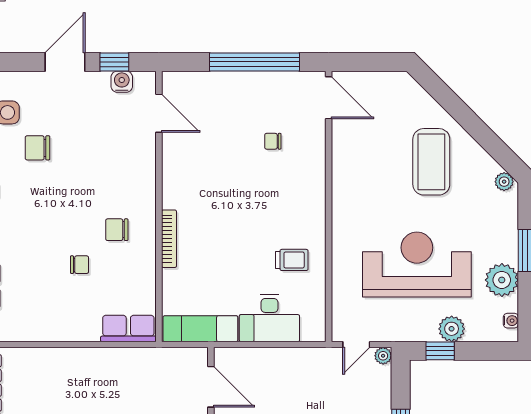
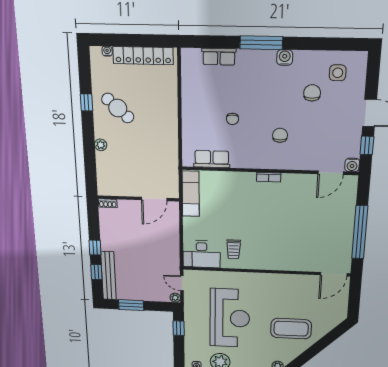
water cooler: (122, 82) -> (352, 165), moved, turned 90
chair: (273, 141) -> (308, 241), removed
chair: (117, 230) -> (280, 135), moved
bookcase: (169, 239) -> (269, 177), moved, width x0.64
desk: (269, 318) -> (202, 254), moved, turned -90
row of seats: (128, 328) -> (212, 159), moved, turned -90
plant: (452, 329) -> (192, 335), removed

